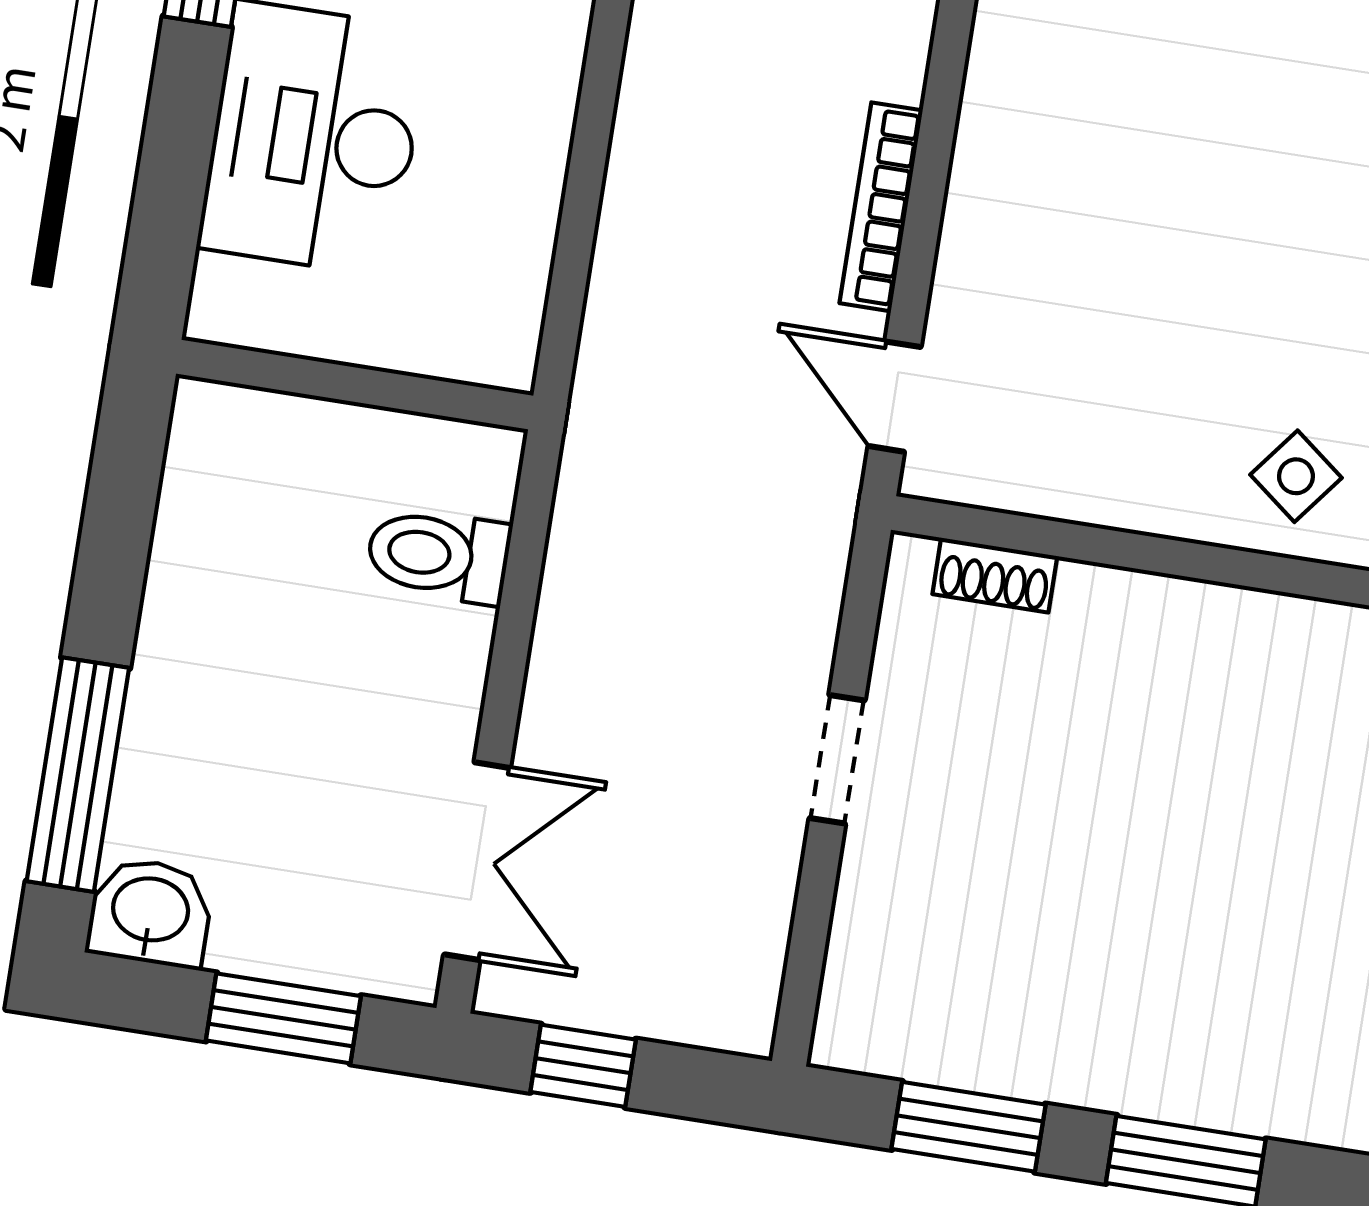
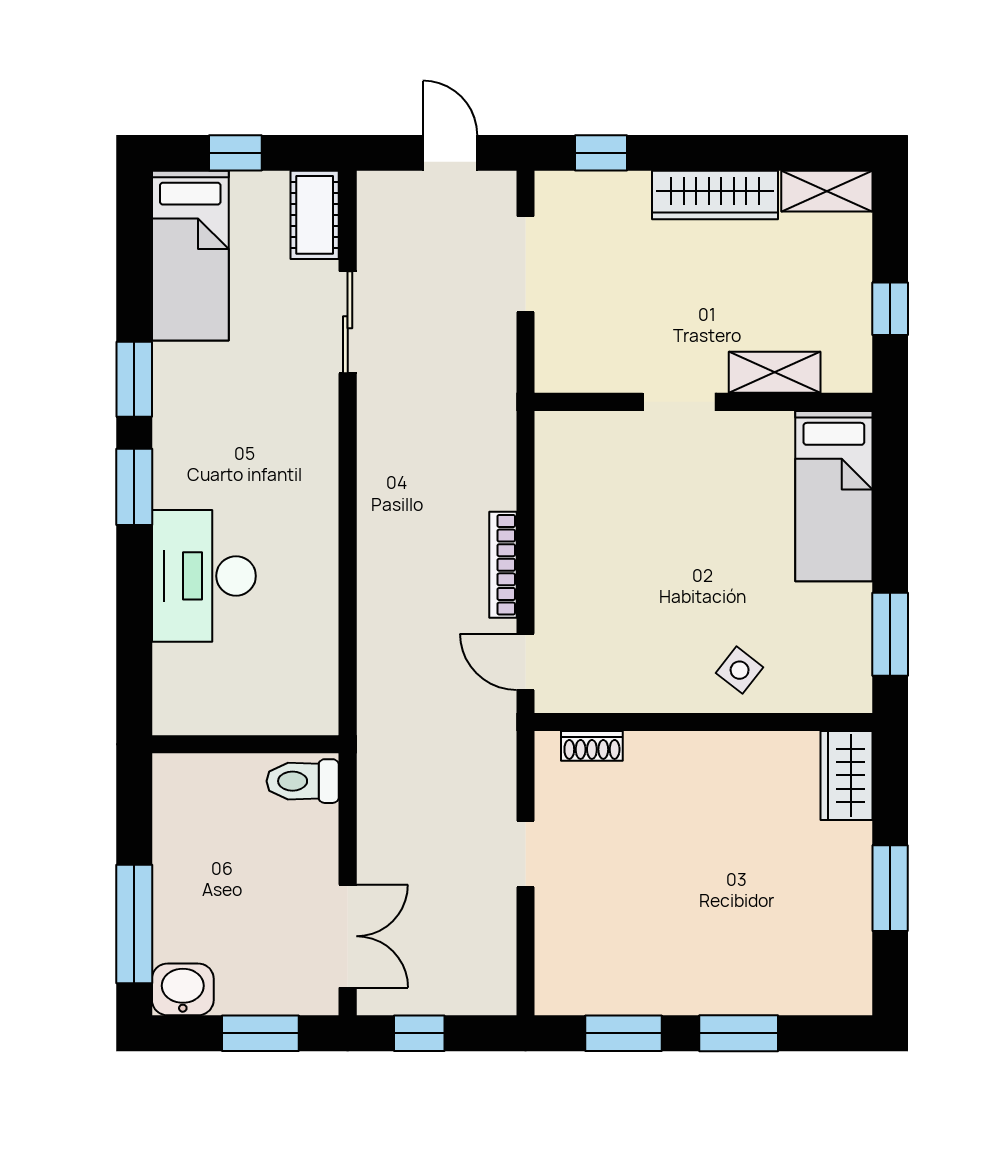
wall: (355, 385) -> (245, 744), moved

